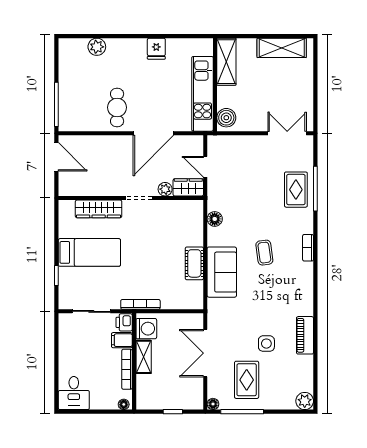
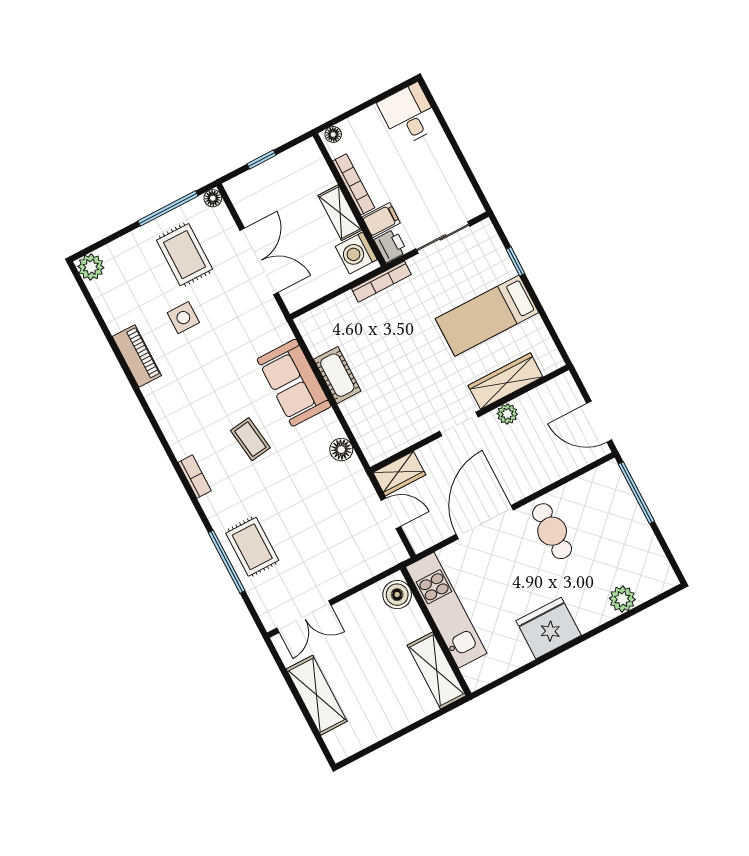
shelving: (282, 48) -> (317, 695), moved, turned 90
fridge: (156, 49) -> (549, 628), width x1.88, depth x1.34
plant: (165, 189) -> (507, 414), moved

